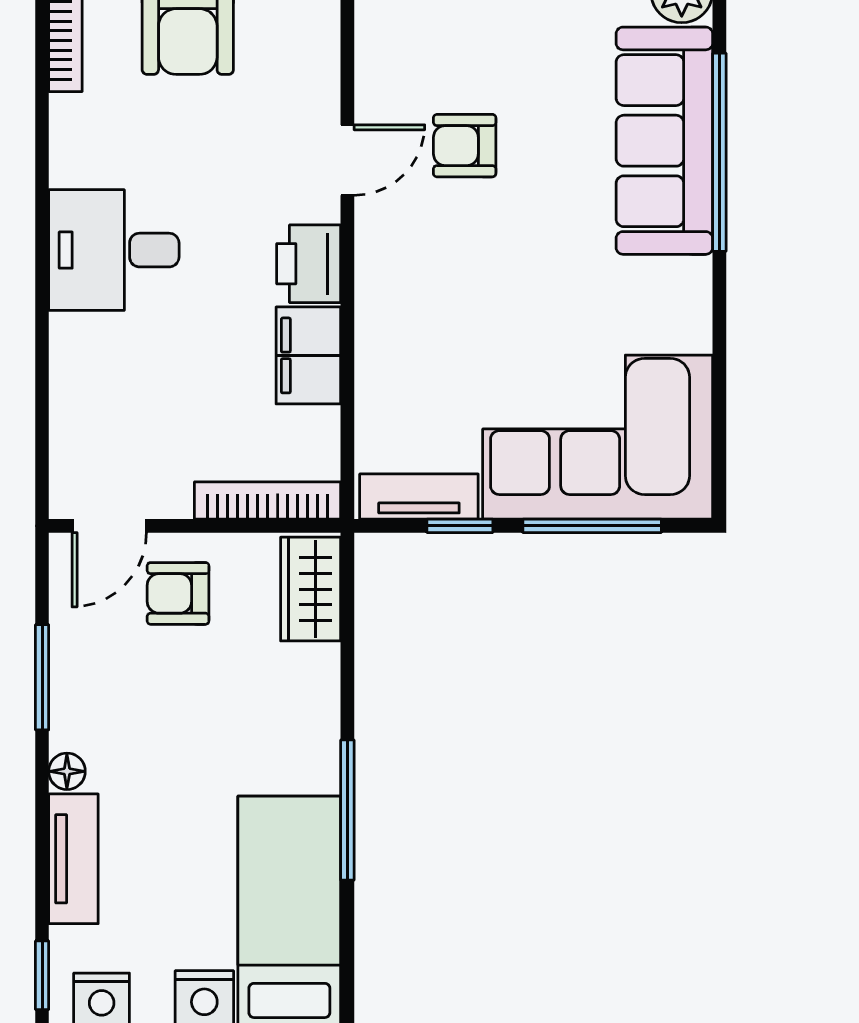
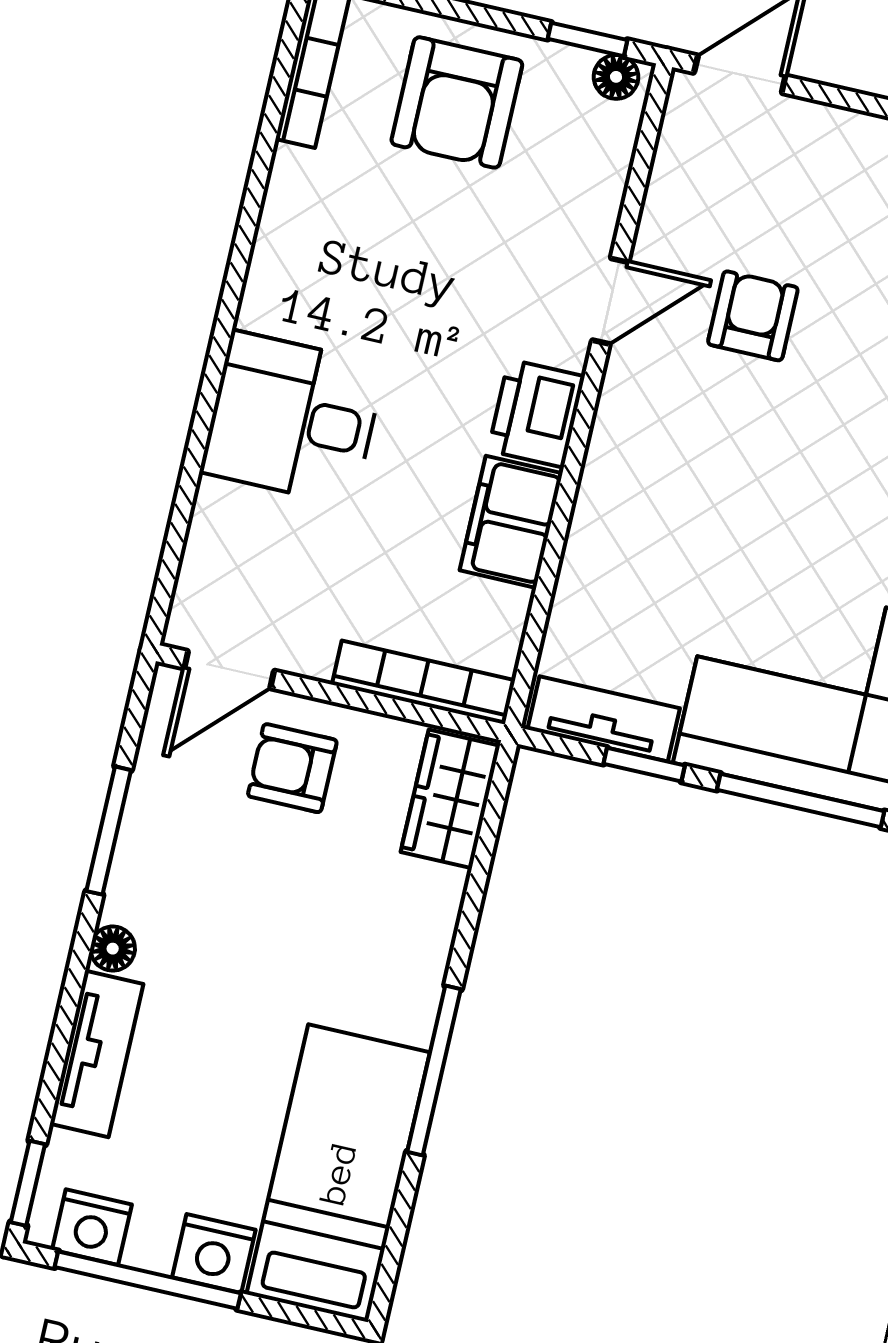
armchair: (465, 146) -> (753, 316), turned 90
desk: (114, 250) -> (293, 418), moved

